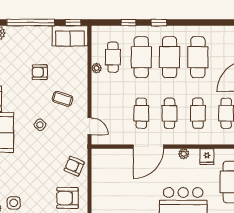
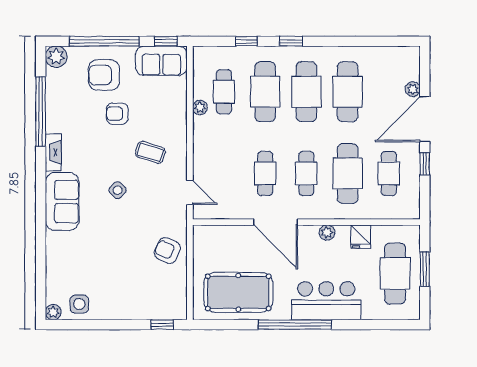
cafe table: (198, 113) -> (348, 173), width x1.37, depth x1.35
door: (148, 147) -> (276, 222), hinge flipped
pool table: (123, 195) -> (238, 292), added
armchair: (67, 198) -> (104, 75), moved

